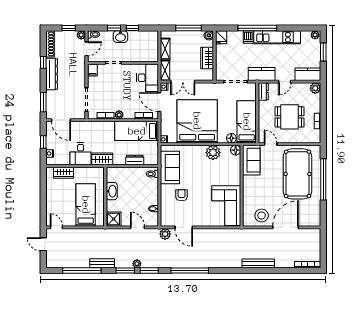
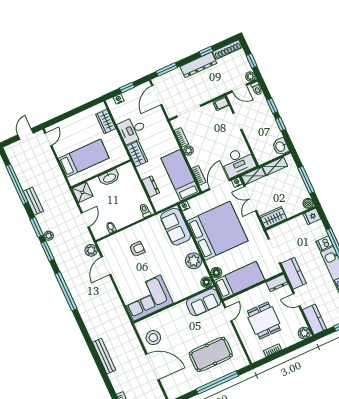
washbasin: (120, 37) -> (281, 147), moved
wardrobe: (207, 58) -> (273, 217), moved
sofa: (170, 167) -> (176, 227), moved, turned 90
pool table: (298, 174) -> (211, 354), width x0.73, depth x0.76

